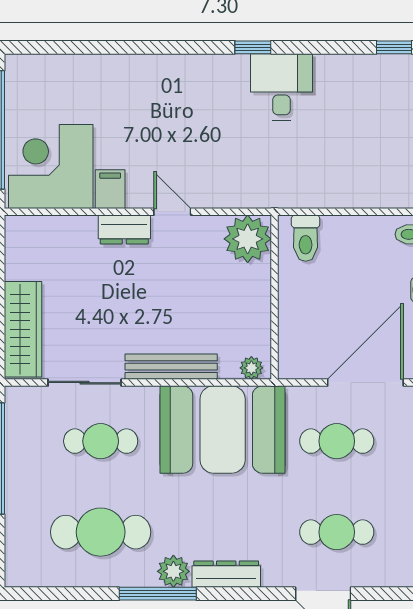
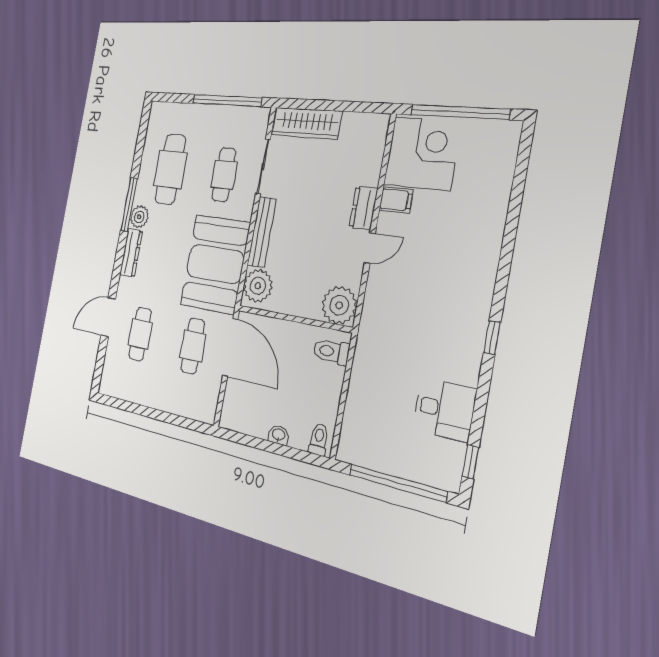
desk: (281, 87) -> (444, 409), moved
plant: (251, 368) -> (258, 286), width x1.88, depth x1.88
door: (365, 383) -> (230, 347), moved

